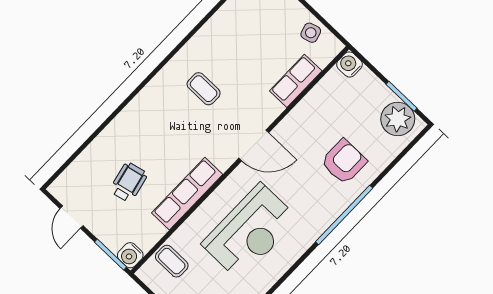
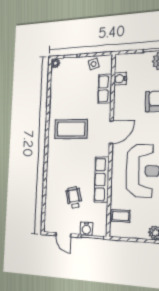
water cooler: (349, 64) -> (120, 79), moved
coffee table: (204, 89) -> (71, 129), width x1.86, depth x1.72
water cooler: (130, 255) -> (86, 229), moved

